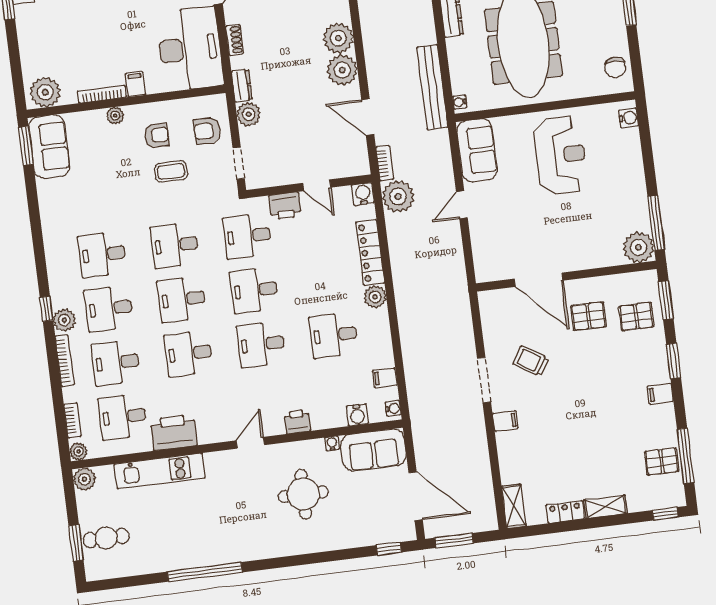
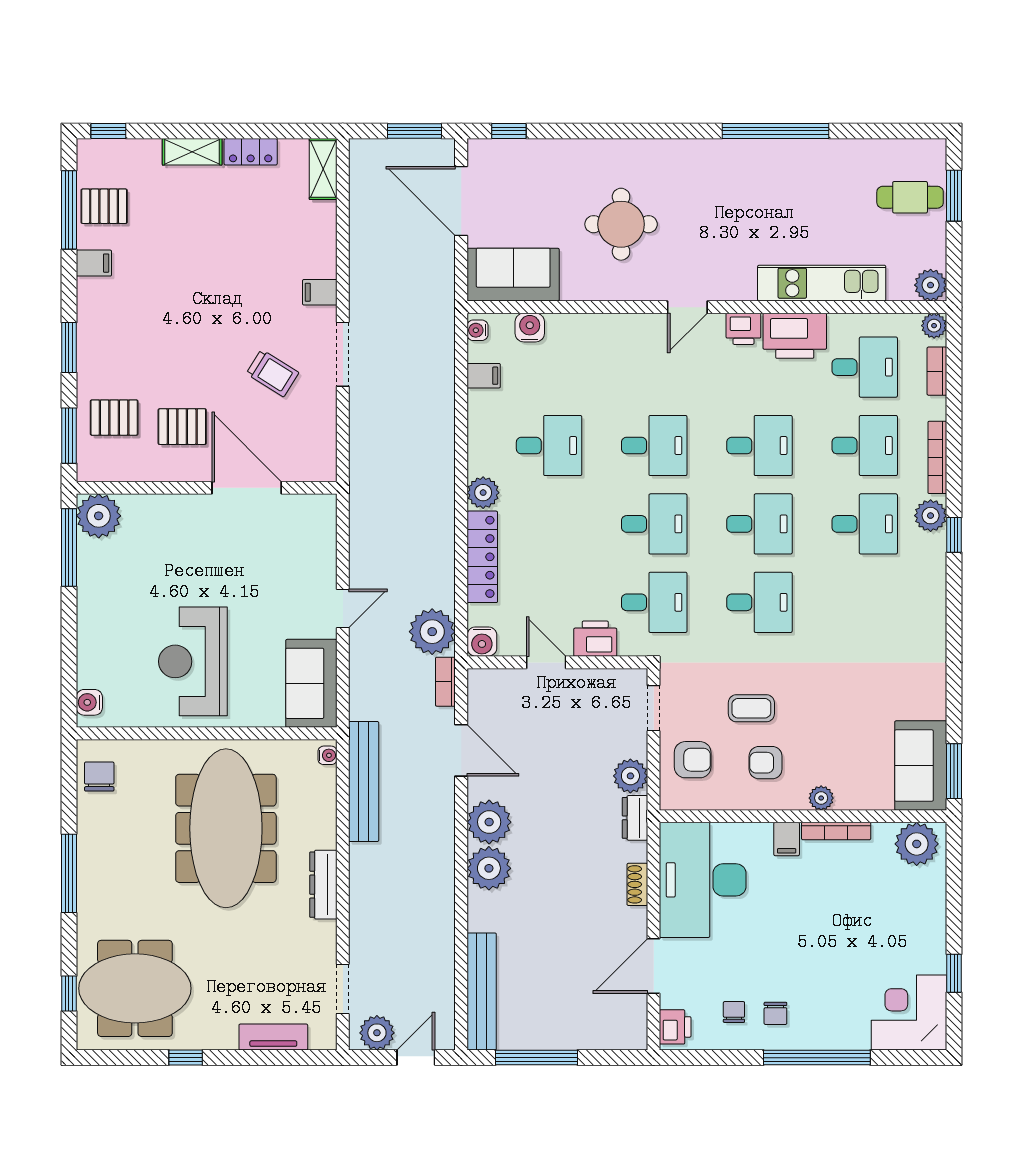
desk: (102, 254) -> (865, 602), removed
filing cabinet: (660, 394) -> (94, 263), moved
printer: (297, 422) -> (743, 329), moved
water cooler: (332, 443) -> (571, 292), removed

